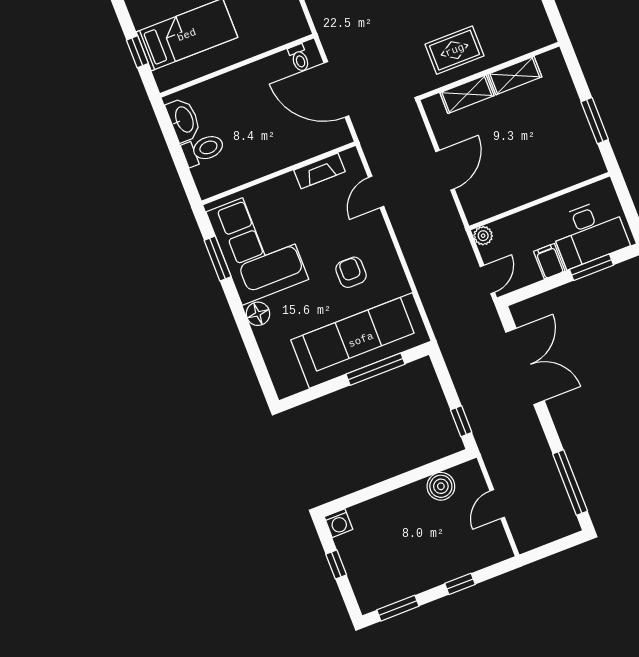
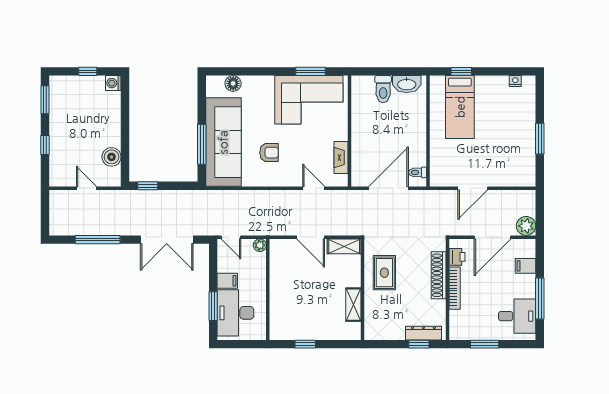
shelving: (467, 94) -> (344, 246), moved, turned 90
window: (595, 121) -> (305, 344), width x0.67
floor lamp: (258, 314) -> (233, 83), moved
window: (570, 482) -> (98, 240), moved

